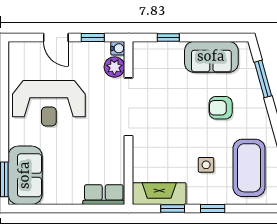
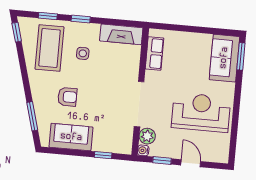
row of seats: (104, 195) -> (155, 53), moved, turned -90
window: (173, 208) -> (48, 16), moved

